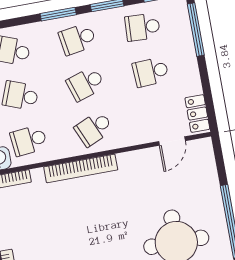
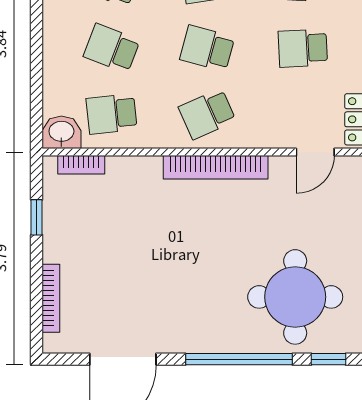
school desk: (86, 84) -> (207, 48), turned 33
bookcase: (81, 168) -> (216, 167), moved

